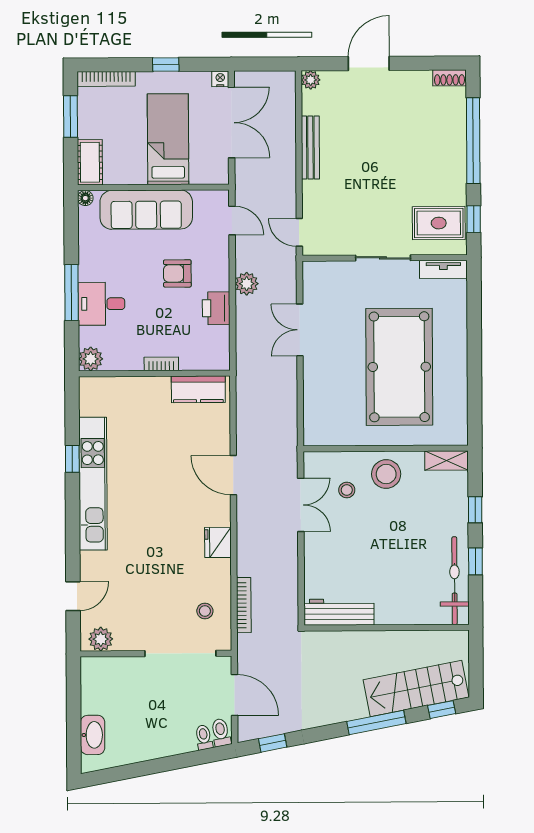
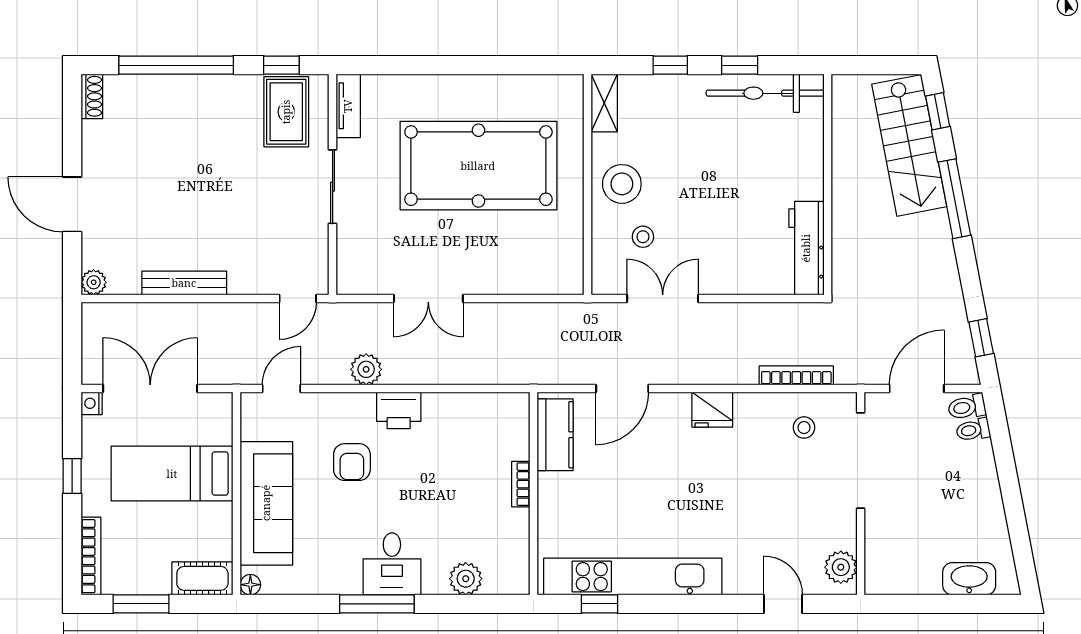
bookcase: (161, 364) -> (521, 484), moved
wall: (154, 373) -> (534, 494), moved
kitchen counter: (198, 389) -> (555, 435), moved

